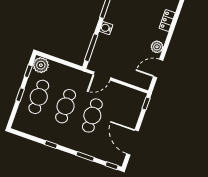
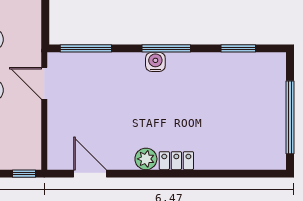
water cooler: (106, 28) -> (155, 62), moved
plant: (157, 47) -> (146, 159), moved

